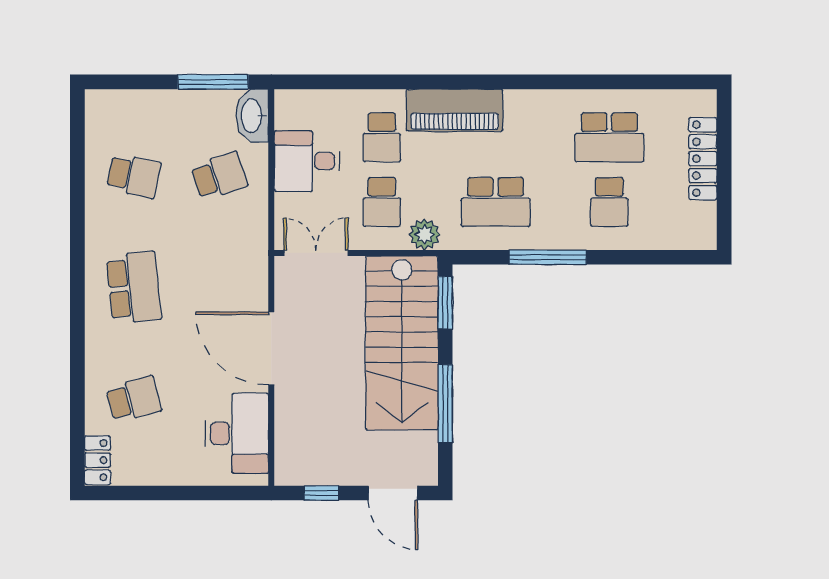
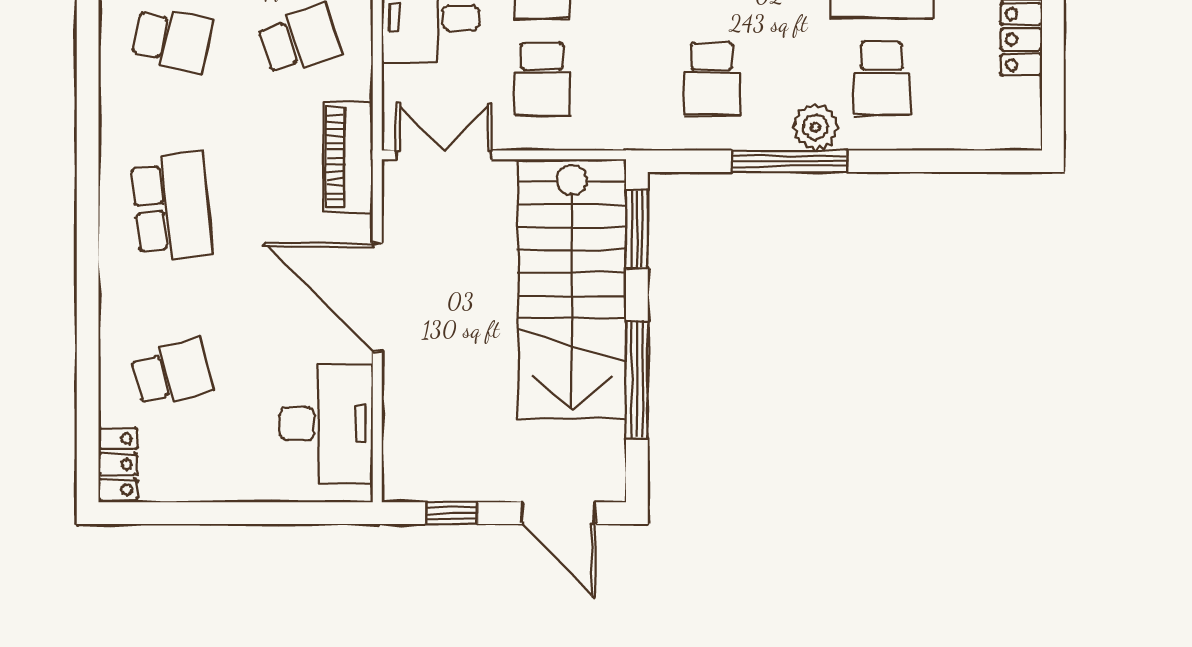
school desk: (496, 202) -> (712, 79), width x0.54
plant: (425, 234) -> (815, 127), moved
piano: (252, 255) -> (348, 157), added

